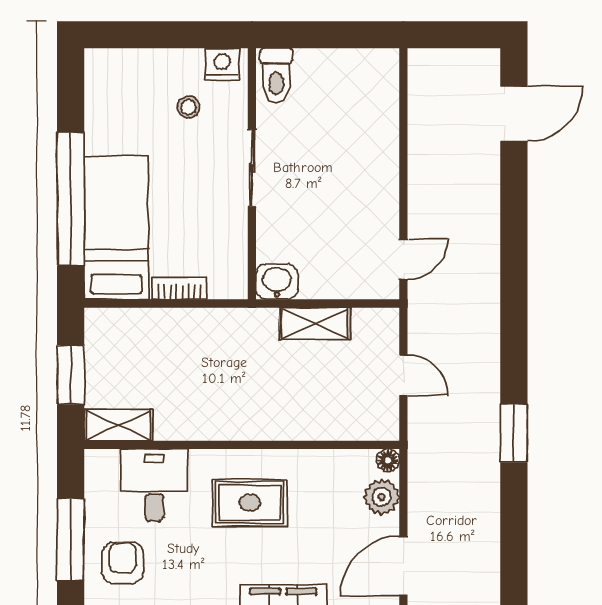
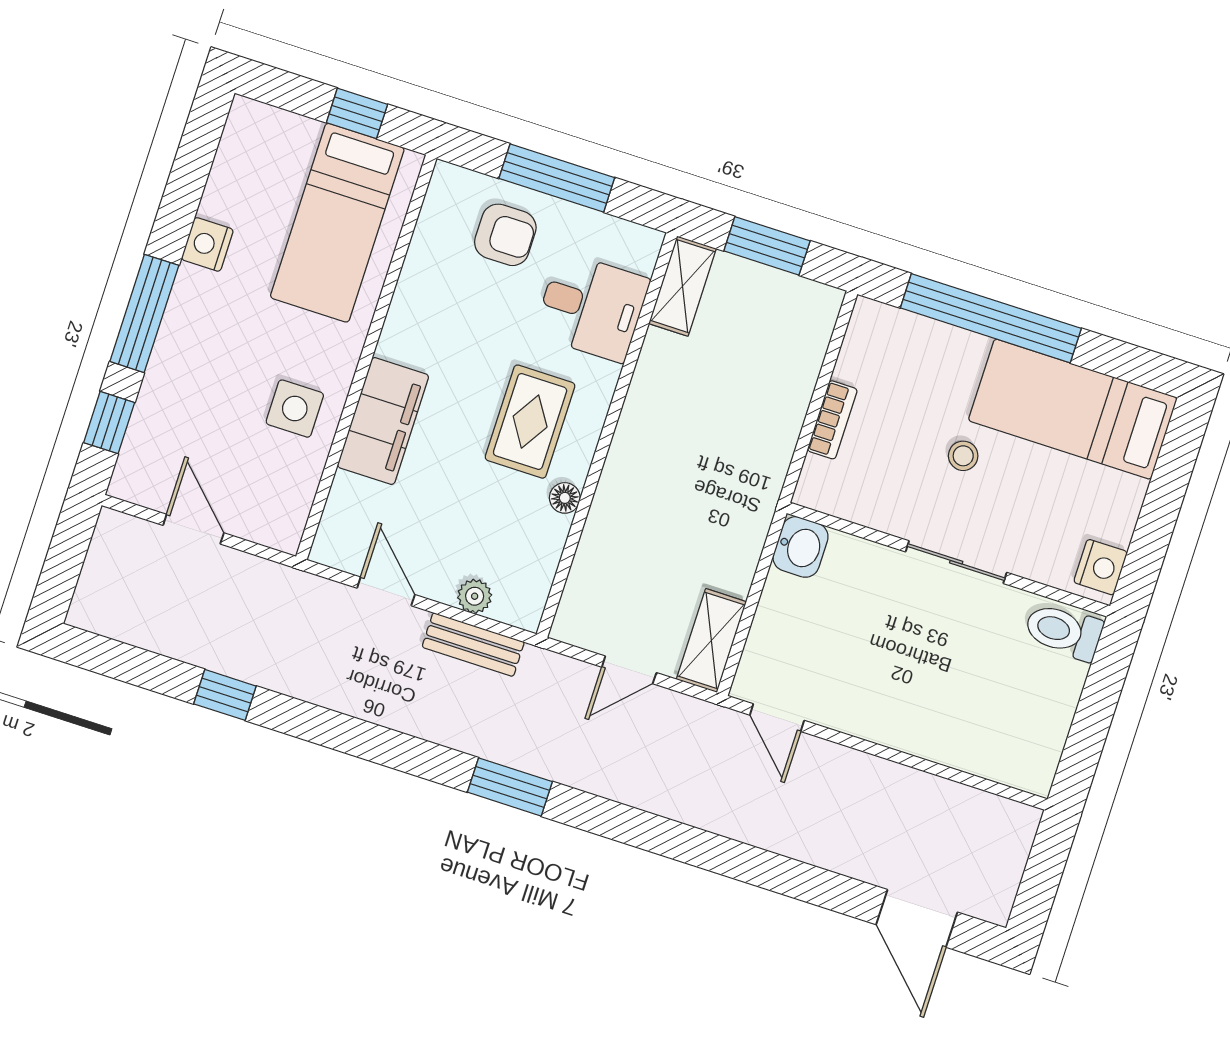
stool: (188, 107) -> (963, 456), moved
bed: (116, 228) -> (1073, 409), moved, turned 180
shelving: (315, 324) -> (711, 641), moved
floor lamp: (388, 460) -> (565, 498), moved
bench: (421, 492) -> (473, 645), added
plant: (382, 497) -> (475, 596), width x0.73, depth x0.73
door: (403, 566) -> (386, 591), width x0.73

